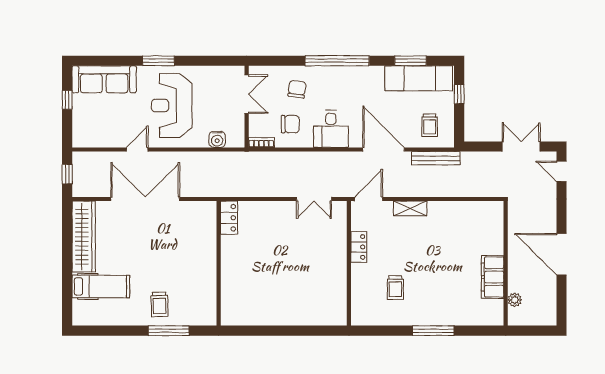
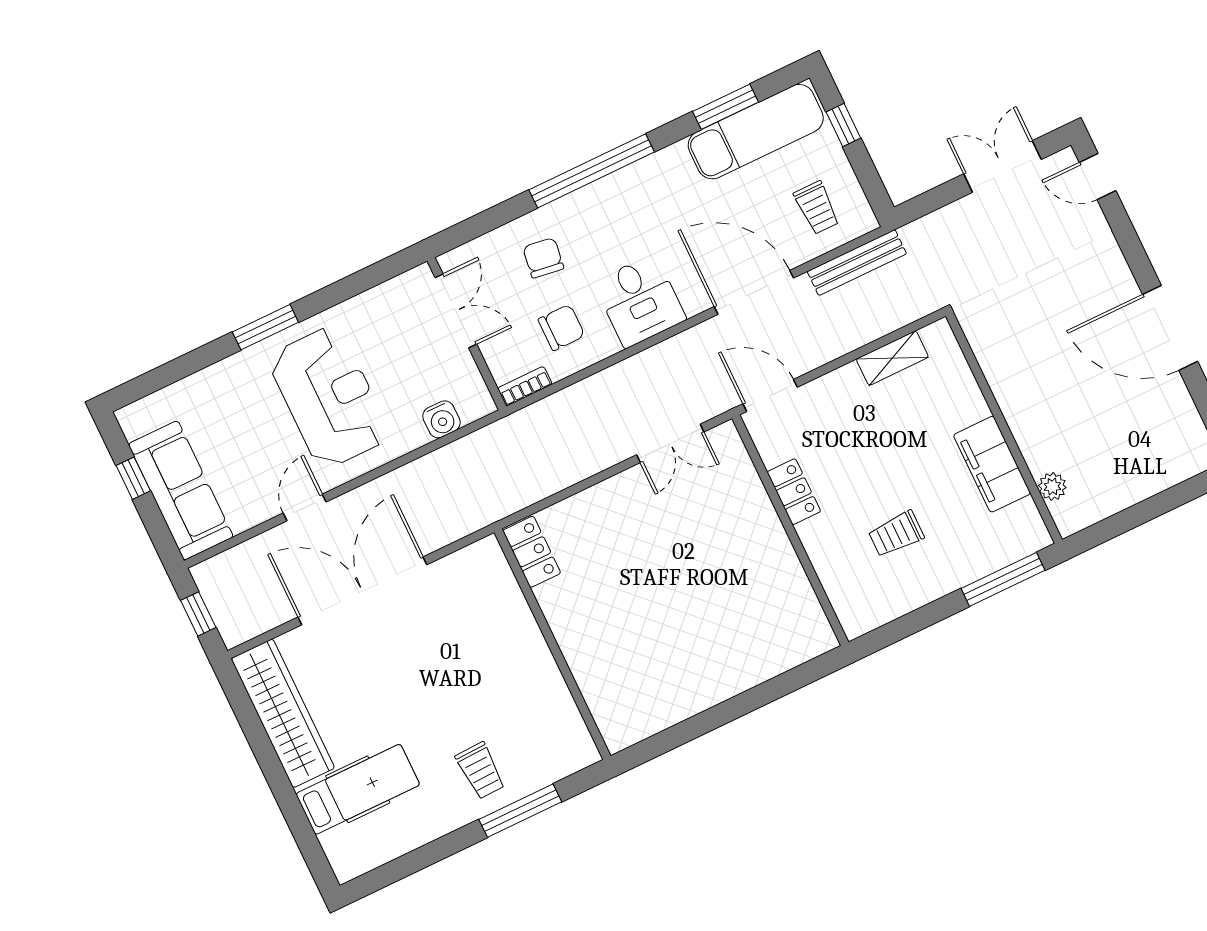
sofa: (104, 79) -> (181, 490), moved, turned -90
reception desk: (172, 105) -> (329, 397), turned 180
door: (369, 199) -> (770, 396), hinge flipped
shelving: (410, 208) -> (892, 358), moved
wall: (506, 263) -> (1004, 428), moved
filing cabinet: (493, 277) -> (992, 464), moved
trolley: (395, 288) -> (896, 534), turned 90
plant: (515, 300) -> (1052, 487), moved

